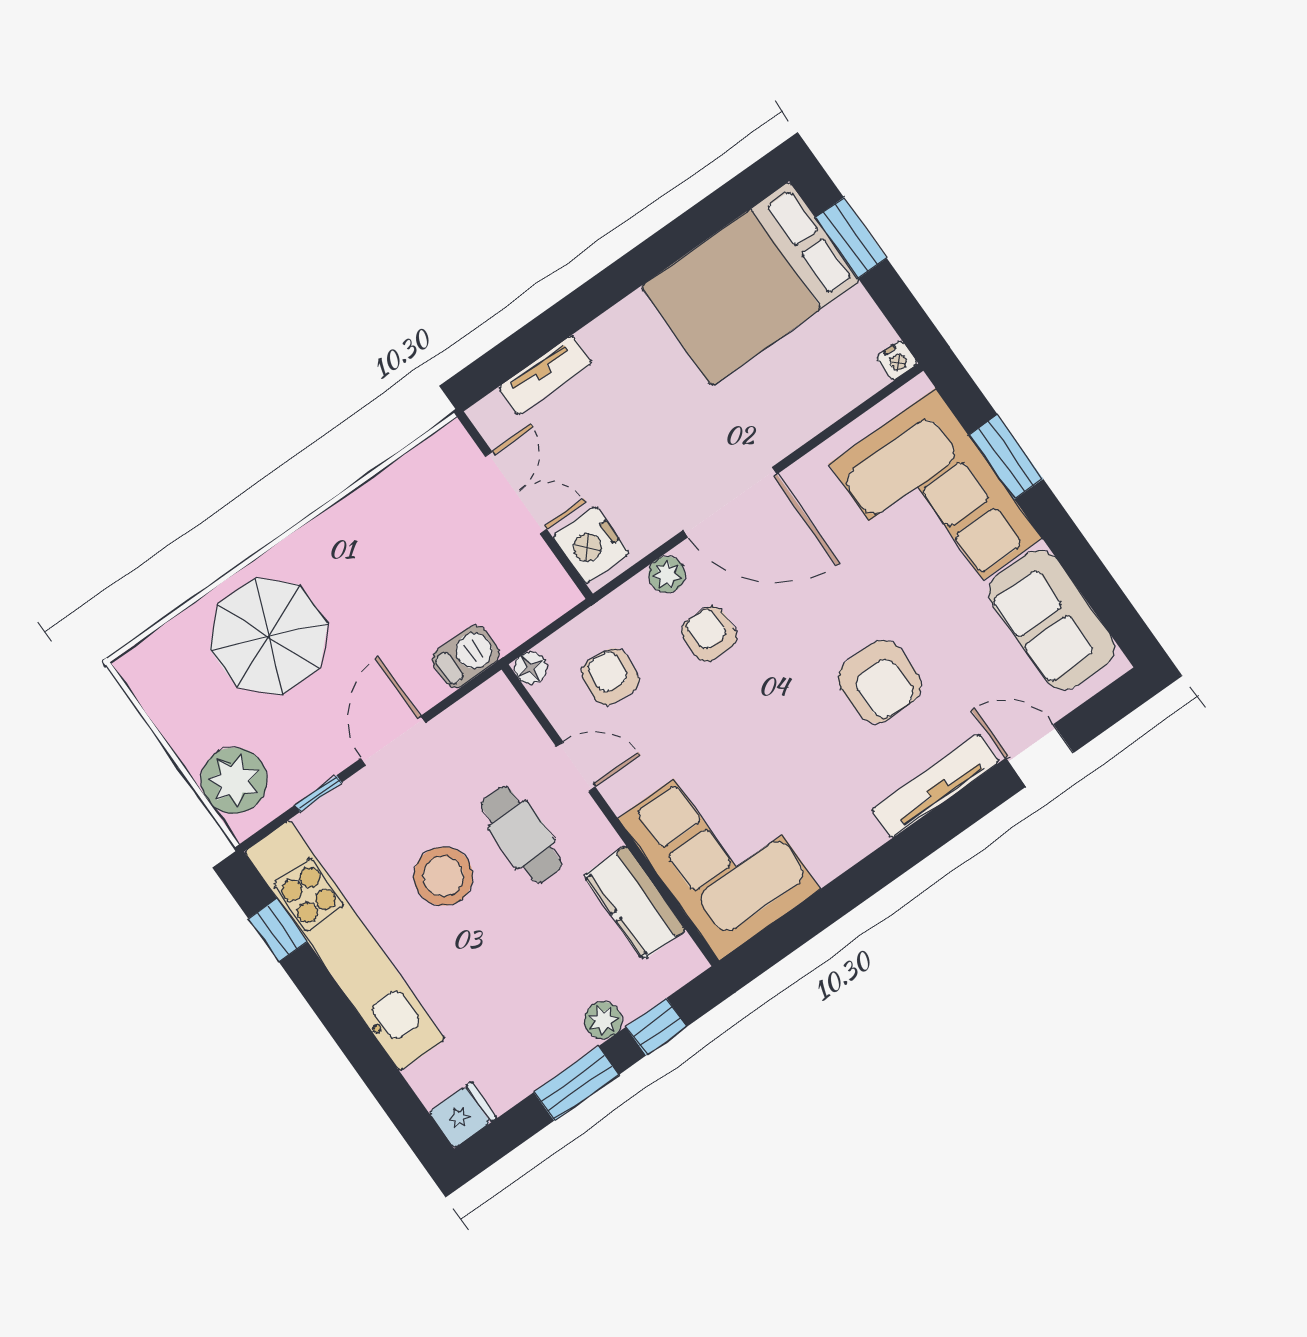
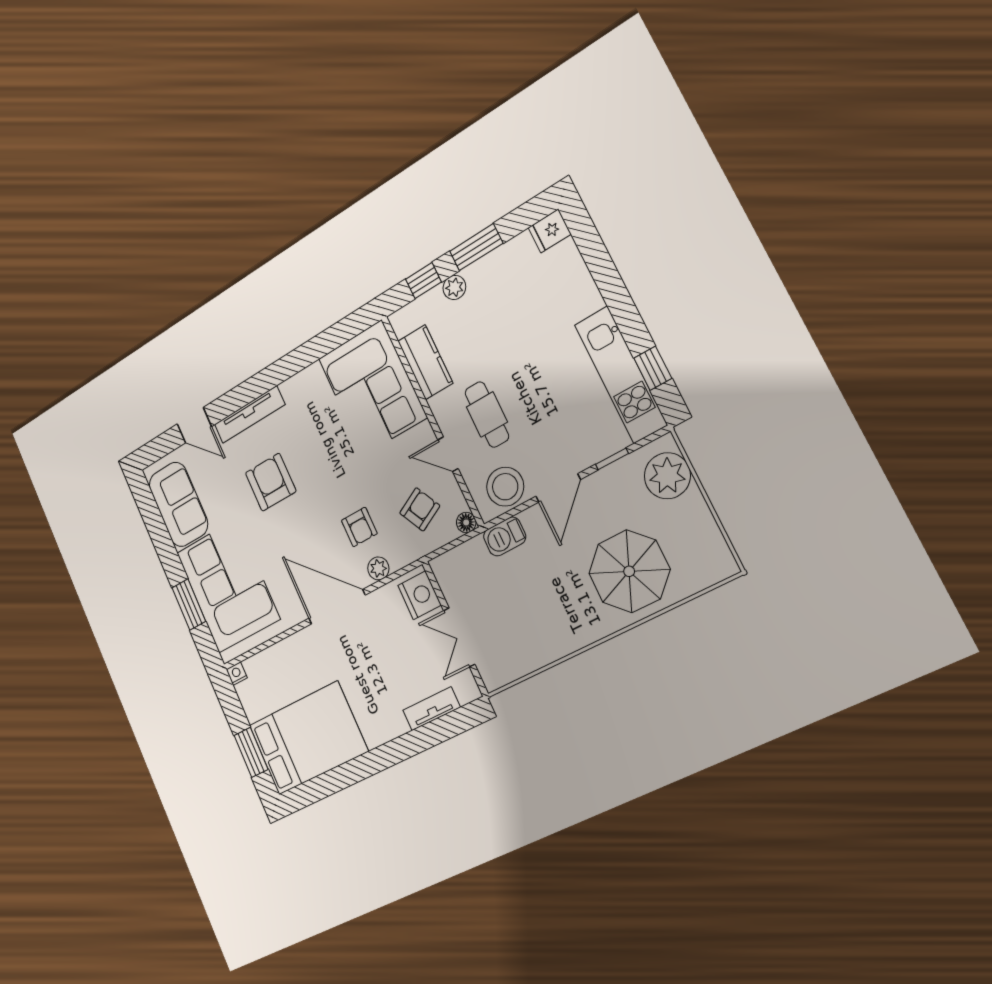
armchair: (610, 677) -> (420, 509), turned -123
stool: (443, 876) -> (505, 487), moved
kitchen unit: (345, 946) -> (621, 375), width x0.73

